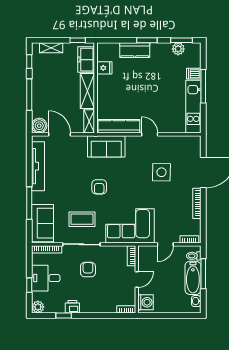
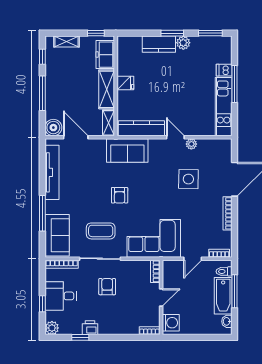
plant: (178, 49) -> (183, 43), moved
fridge: (104, 68) -> (125, 83), moved
plant: (164, 141) -> (191, 144), added

